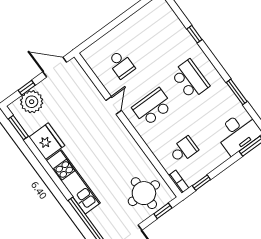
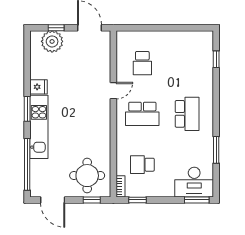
window: (194, 34) -> (216, 59), moved
school desk: (152, 107) -> (142, 114), turned 180
window: (18, 128) -> (27, 109), moved
fridge: (47, 141) -> (39, 87), width x0.53, depth x0.75
school desk: (184, 150) -> (142, 165), turned 180

